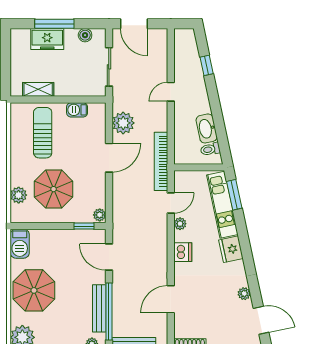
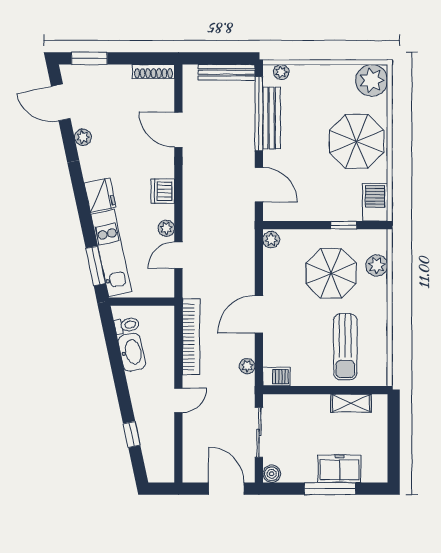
boiler: (85, 35) -> (272, 474), moved
barbecue: (77, 110) -> (276, 376), moved
plant: (123, 123) -> (247, 366), width x0.53, depth x0.53
bookcase: (161, 161) -> (191, 337), moved
window: (84, 226) -> (344, 225), moved
door: (171, 299) -> (178, 130), swing flipped

